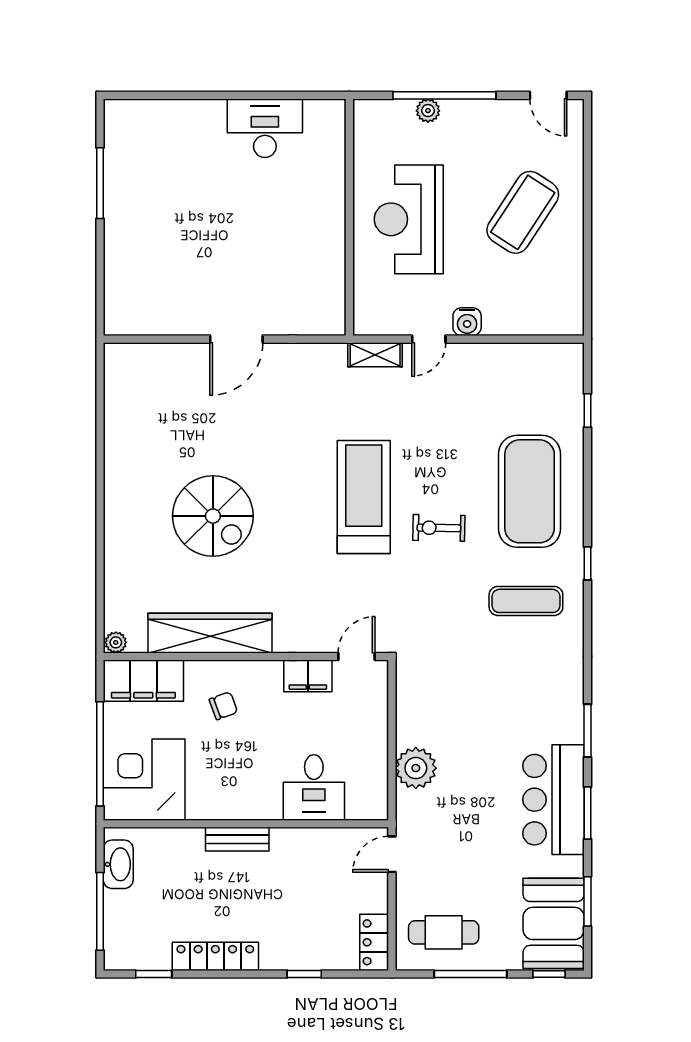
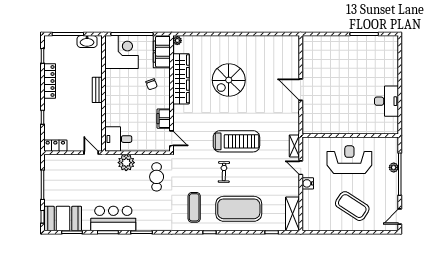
shelving: (542, 359) -> (292, 214), added
desk: (314, 787) -> (118, 139), moved
cafe table: (444, 932) -> (157, 177), moved

